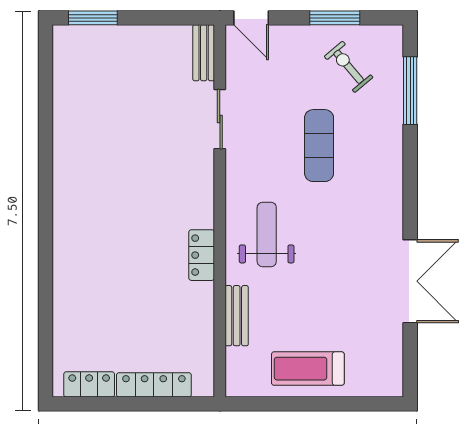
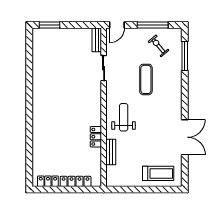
door: (251, 18) -> (117, 25), hinge flipped
window: (335, 18) -> (153, 25), width x1.44
locker: (202, 255) -> (96, 137), moved
treadmill: (308, 369) -> (158, 173), moved, turned 180

